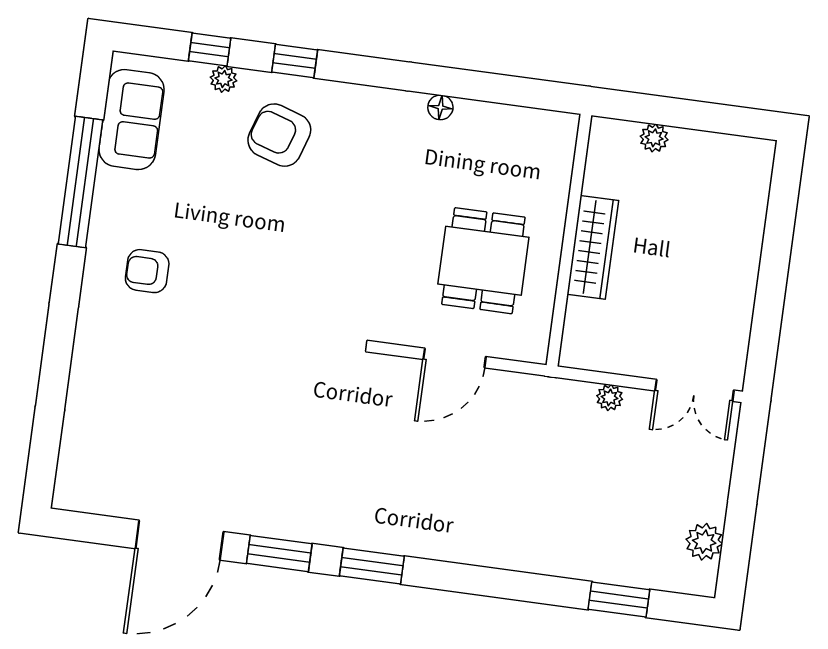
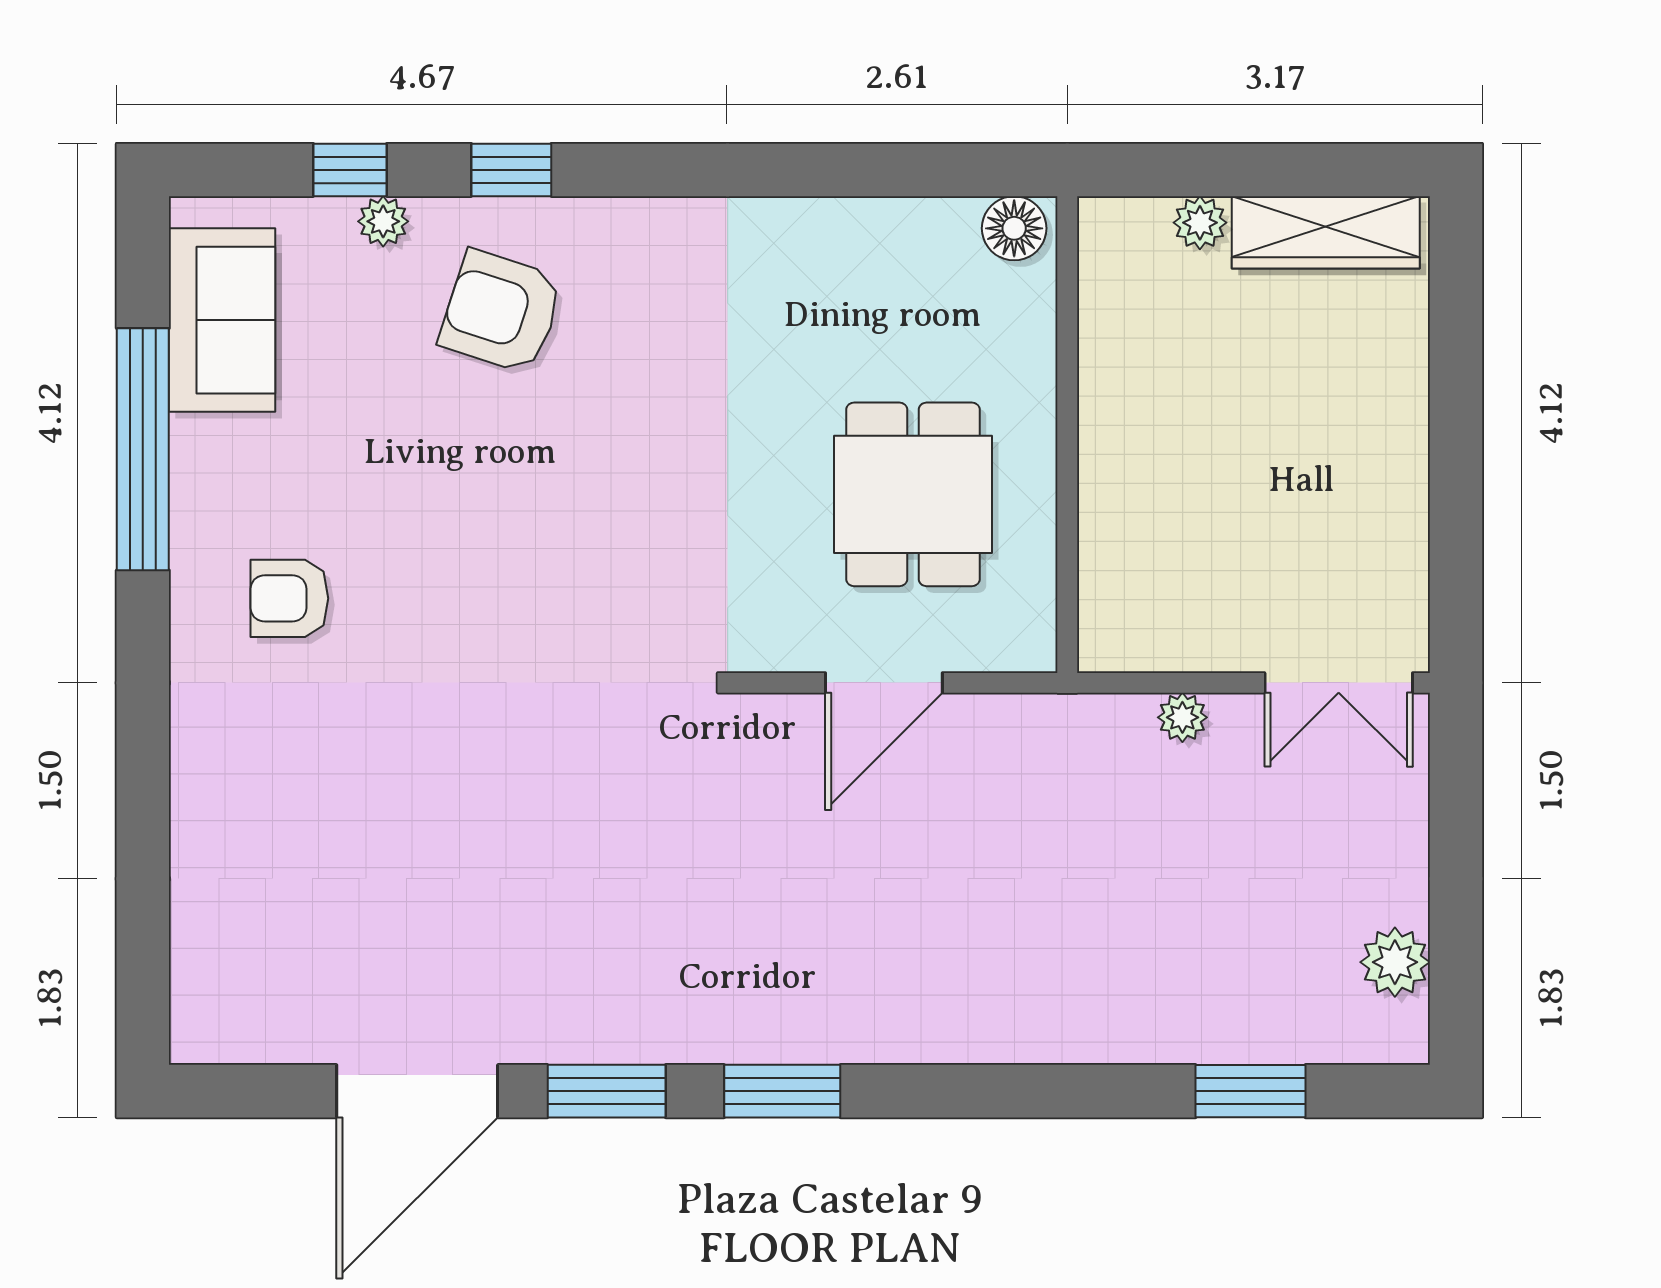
floor lamp: (440, 107) -> (1014, 228), moved, width x1.37, depth x1.37
wardrobe: (593, 247) -> (1326, 232), moved, turned 90

